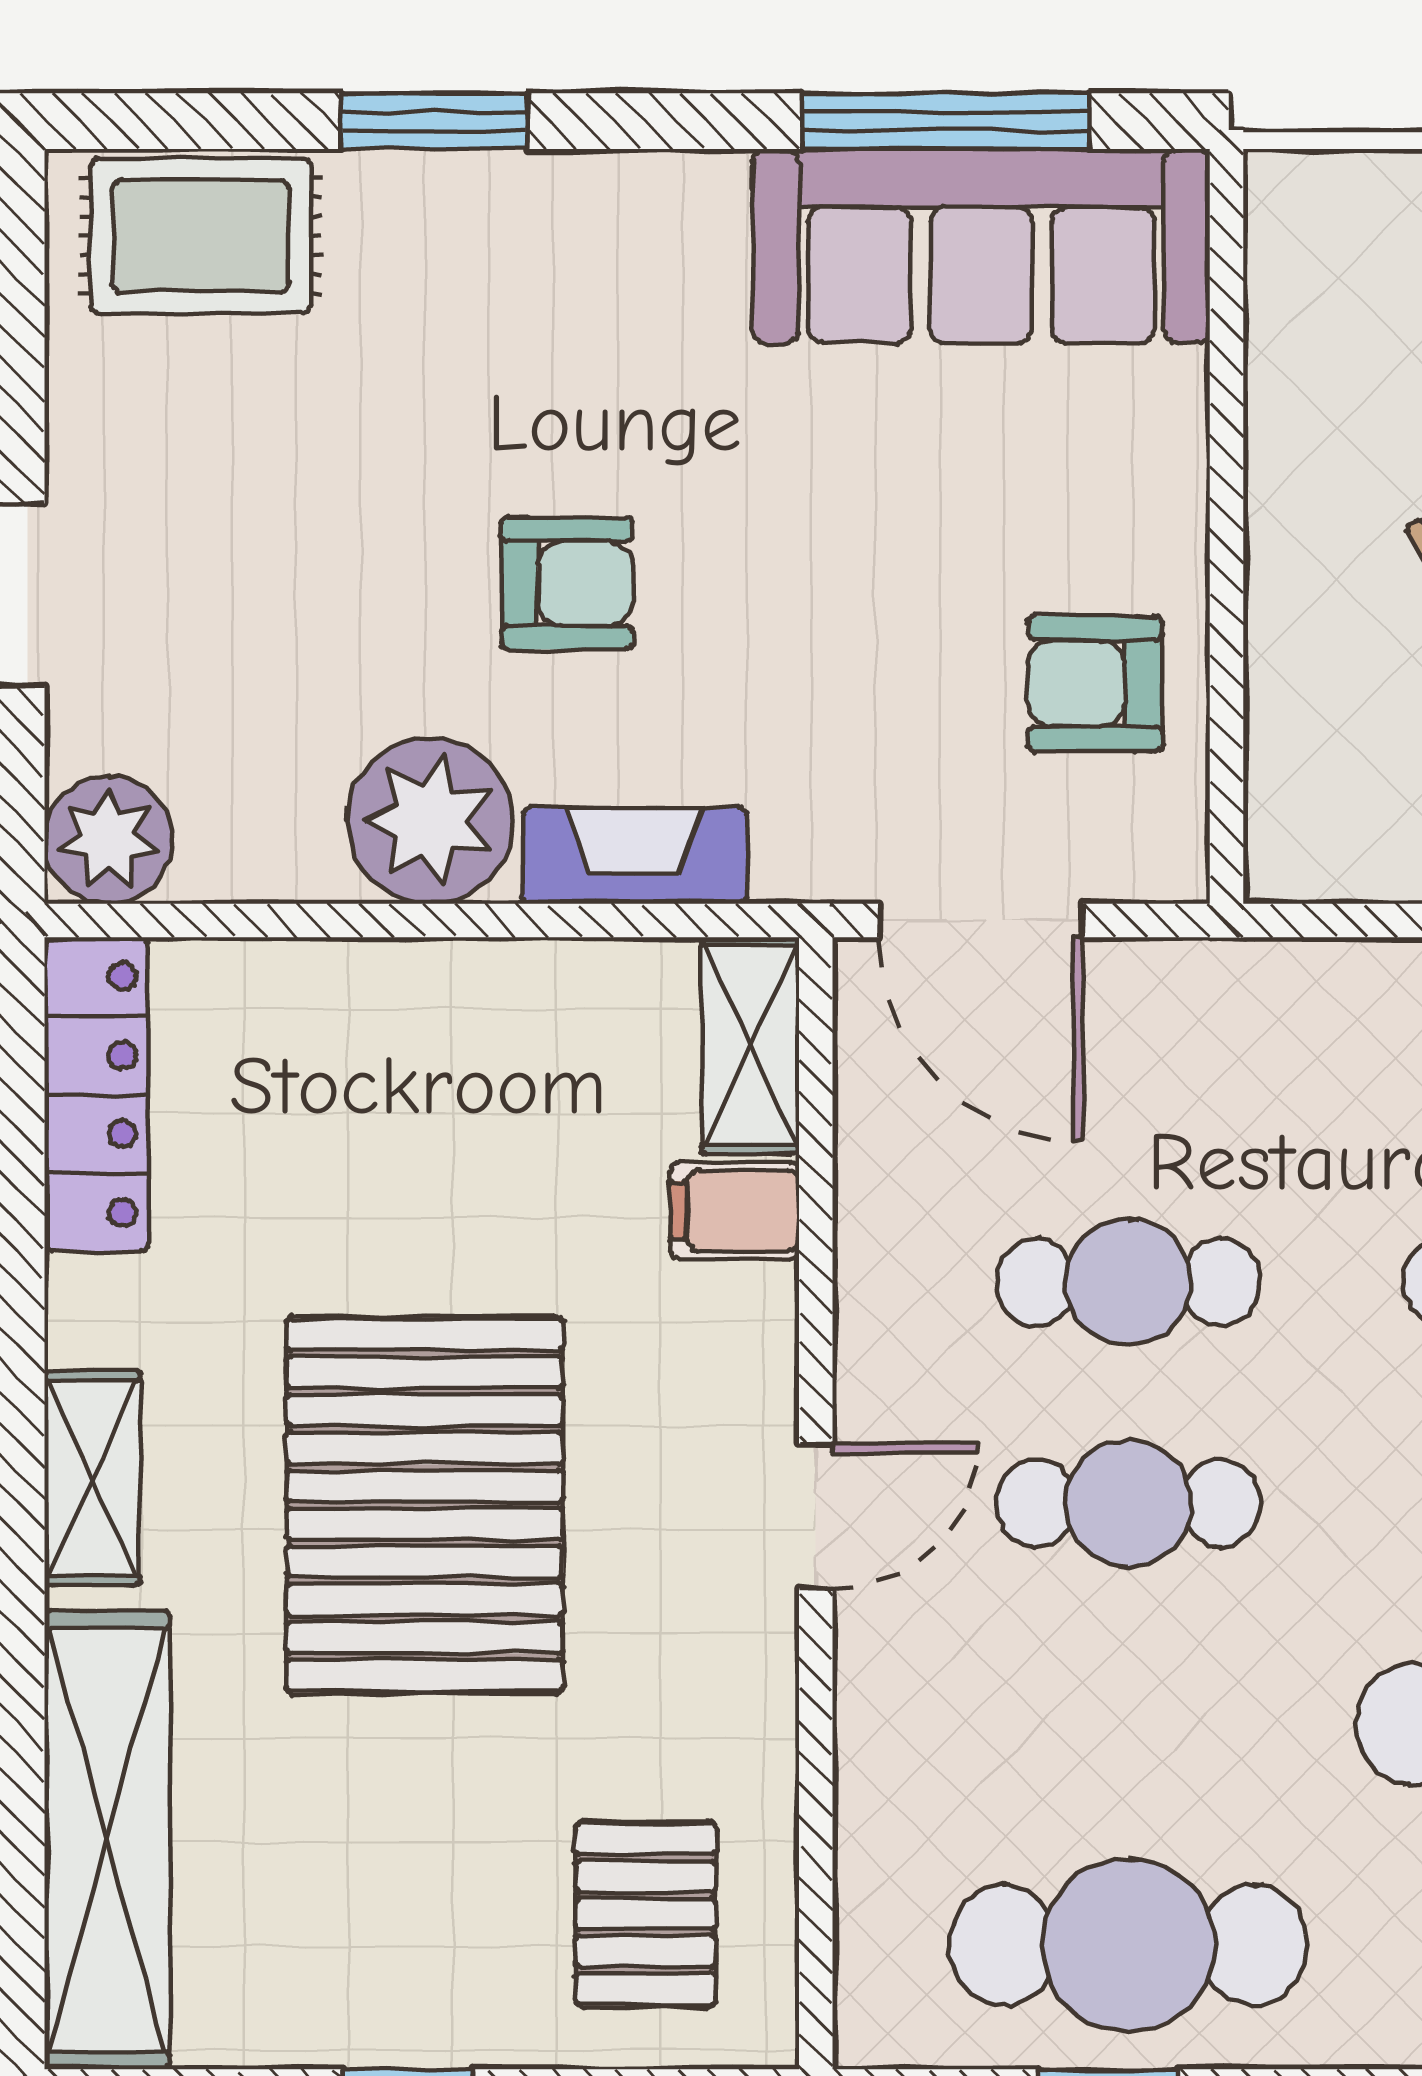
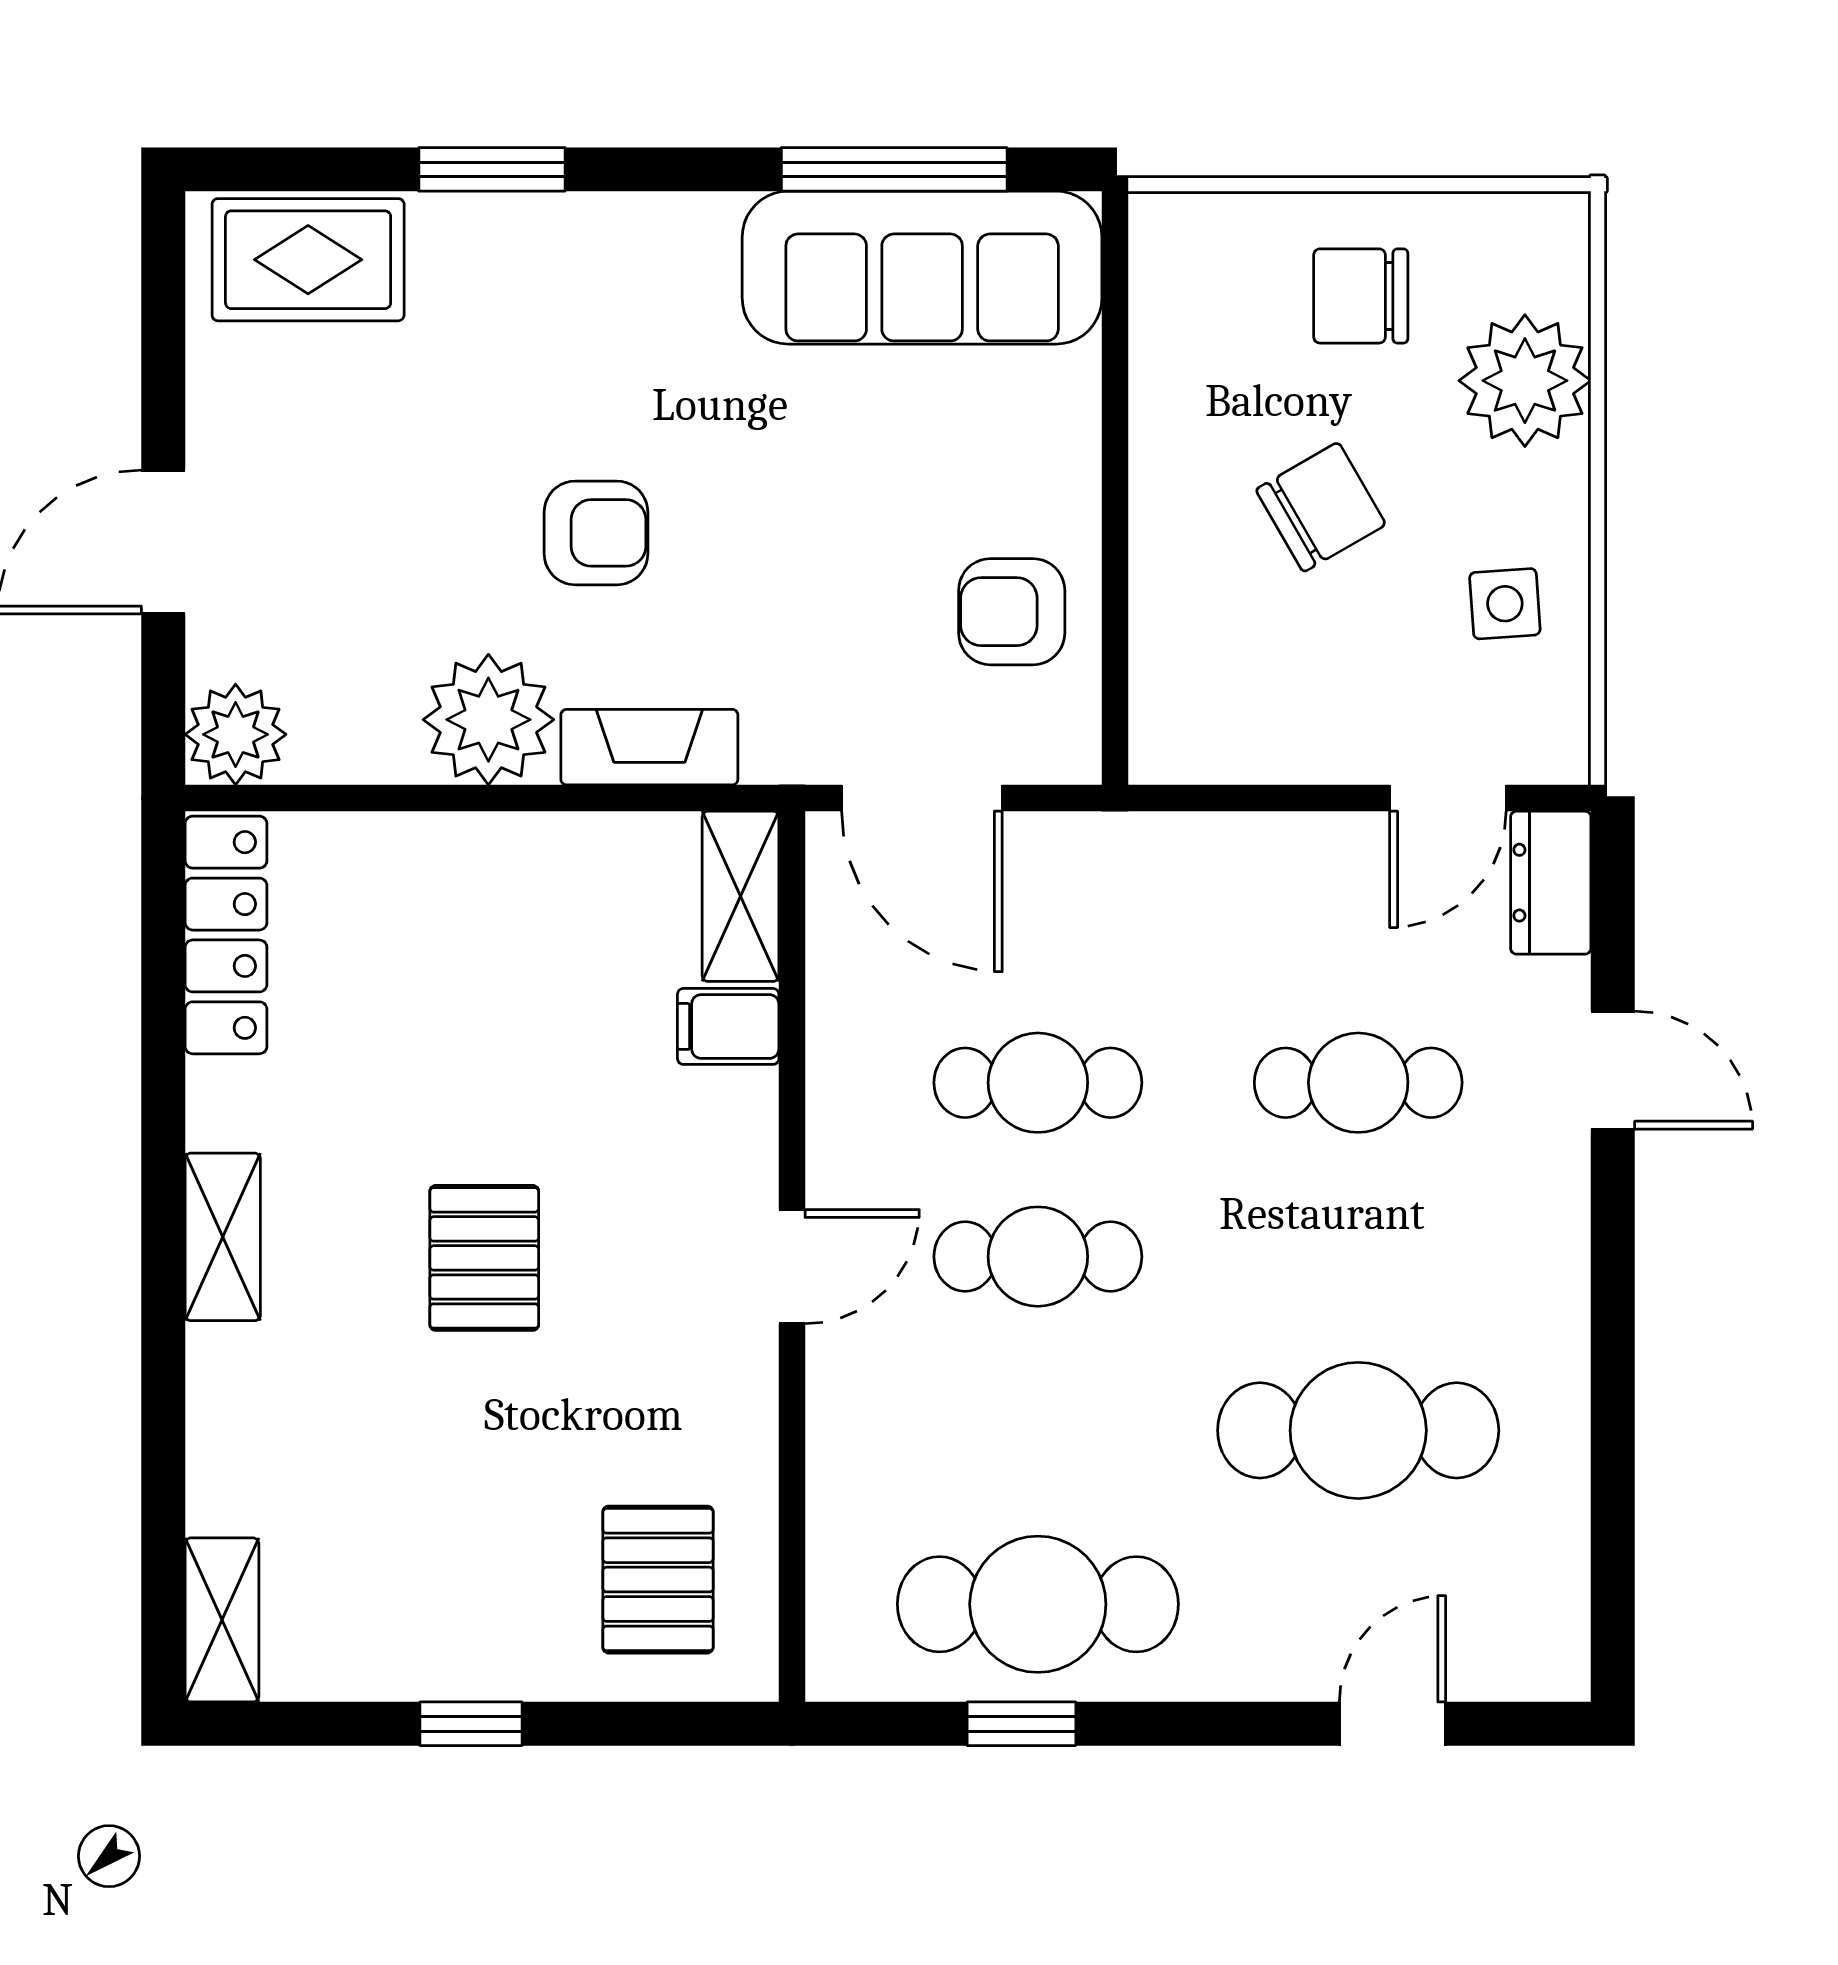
pallet: (425, 1505) -> (484, 1258), width x0.49, depth x0.50
shelving: (107, 1840) -> (222, 1620), width x0.45, depth x0.75

